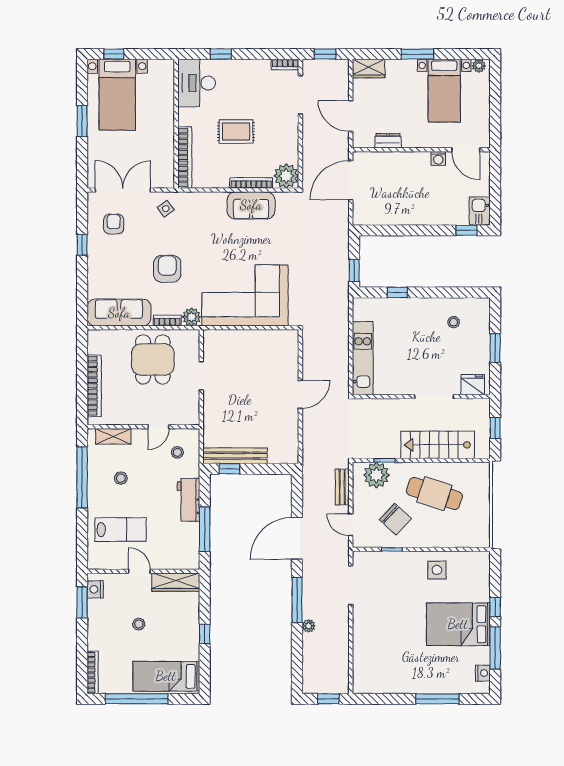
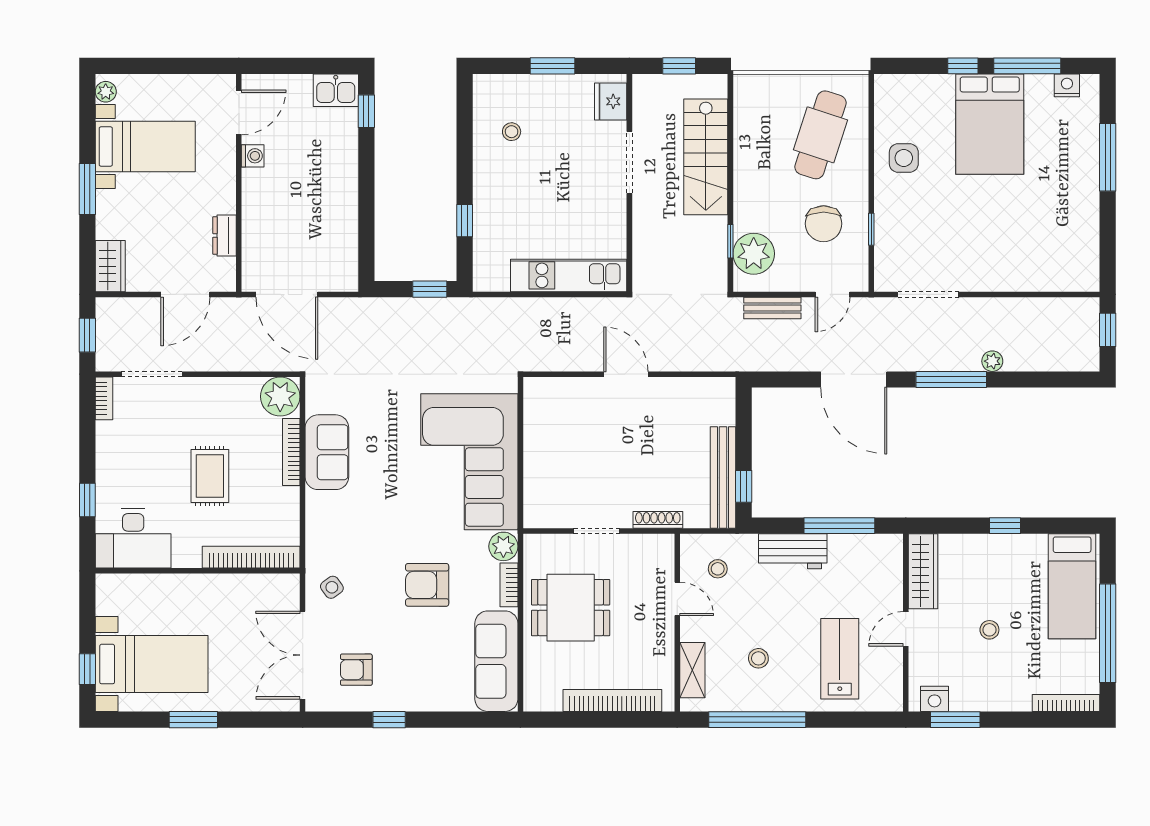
shoe rack: (208, 415) -> (658, 520), added
cafe table: (434, 494) -> (820, 135), moved
chair: (395, 519) -> (824, 224), turned 137

